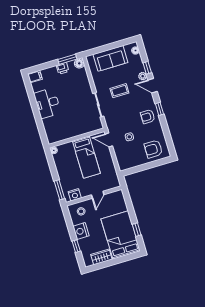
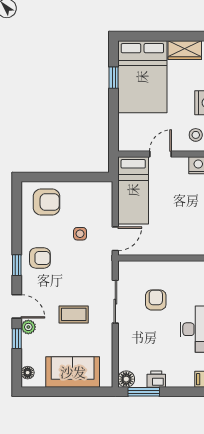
armchair: (76, 112) -> (156, 300), added
door: (109, 140) -> (115, 239), hinge flipped
bed: (86, 157) -> (133, 190), moved, turned 180

